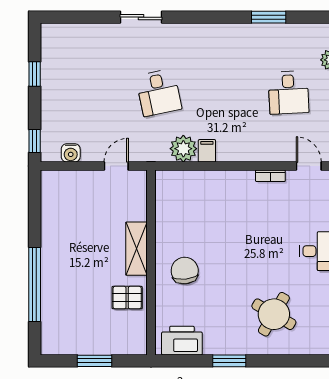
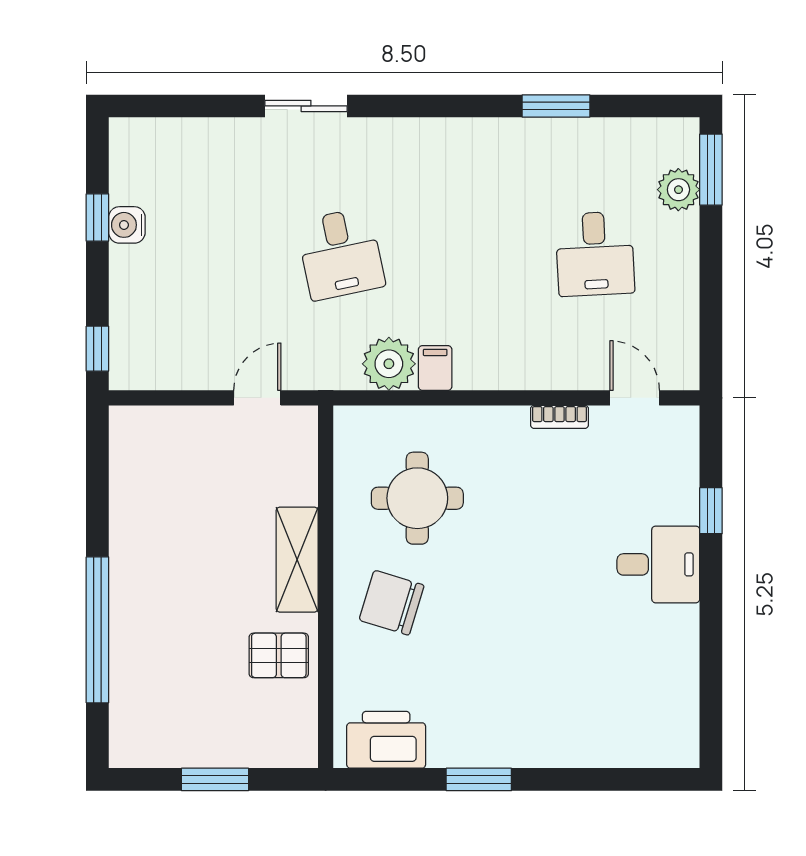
water cooler: (71, 153) -> (127, 225), moved, turned 90
chair: (185, 271) -> (392, 603), turned -67
round table: (274, 314) -> (417, 498), moved, turned -30

